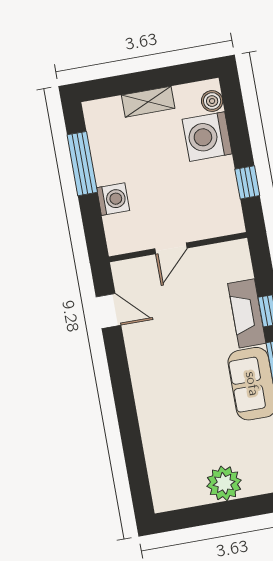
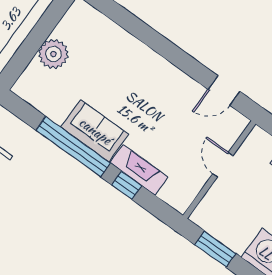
window: (247, 182) -> (215, 249), width x1.50

